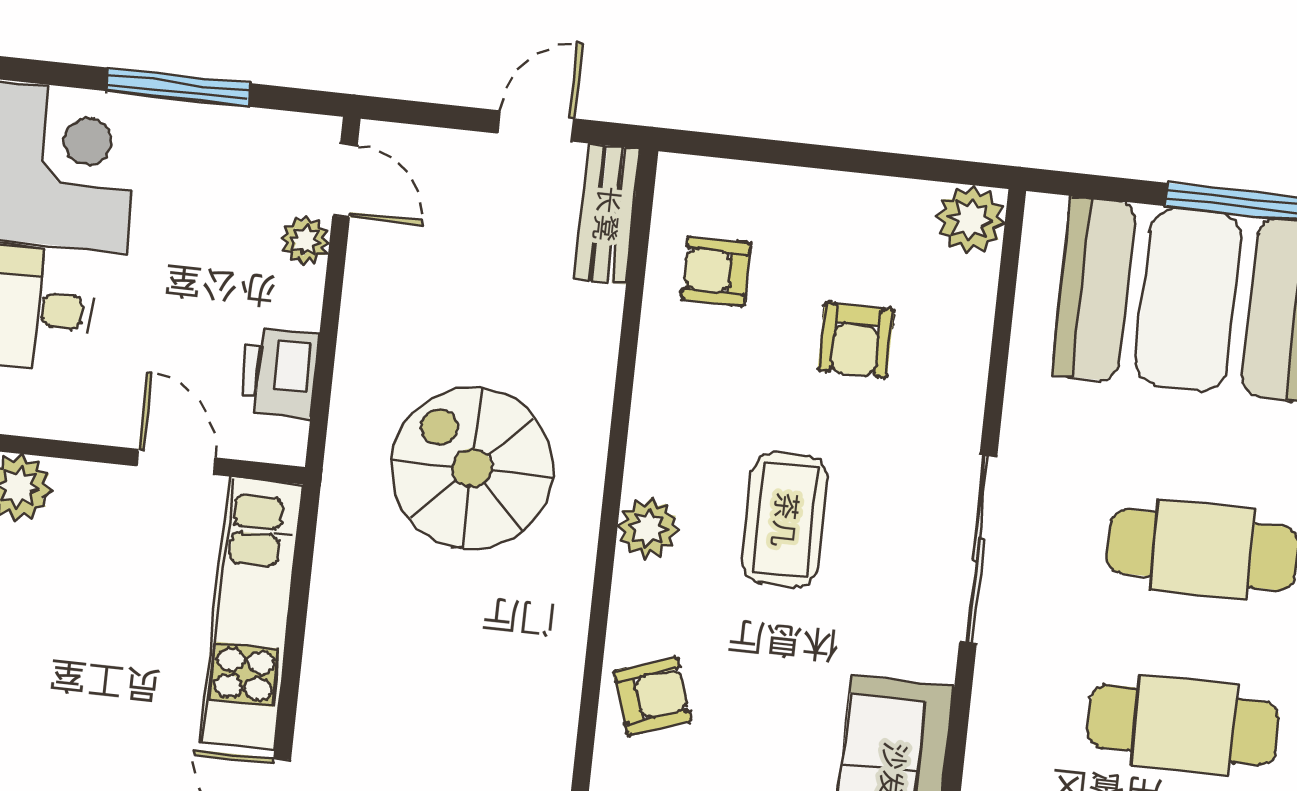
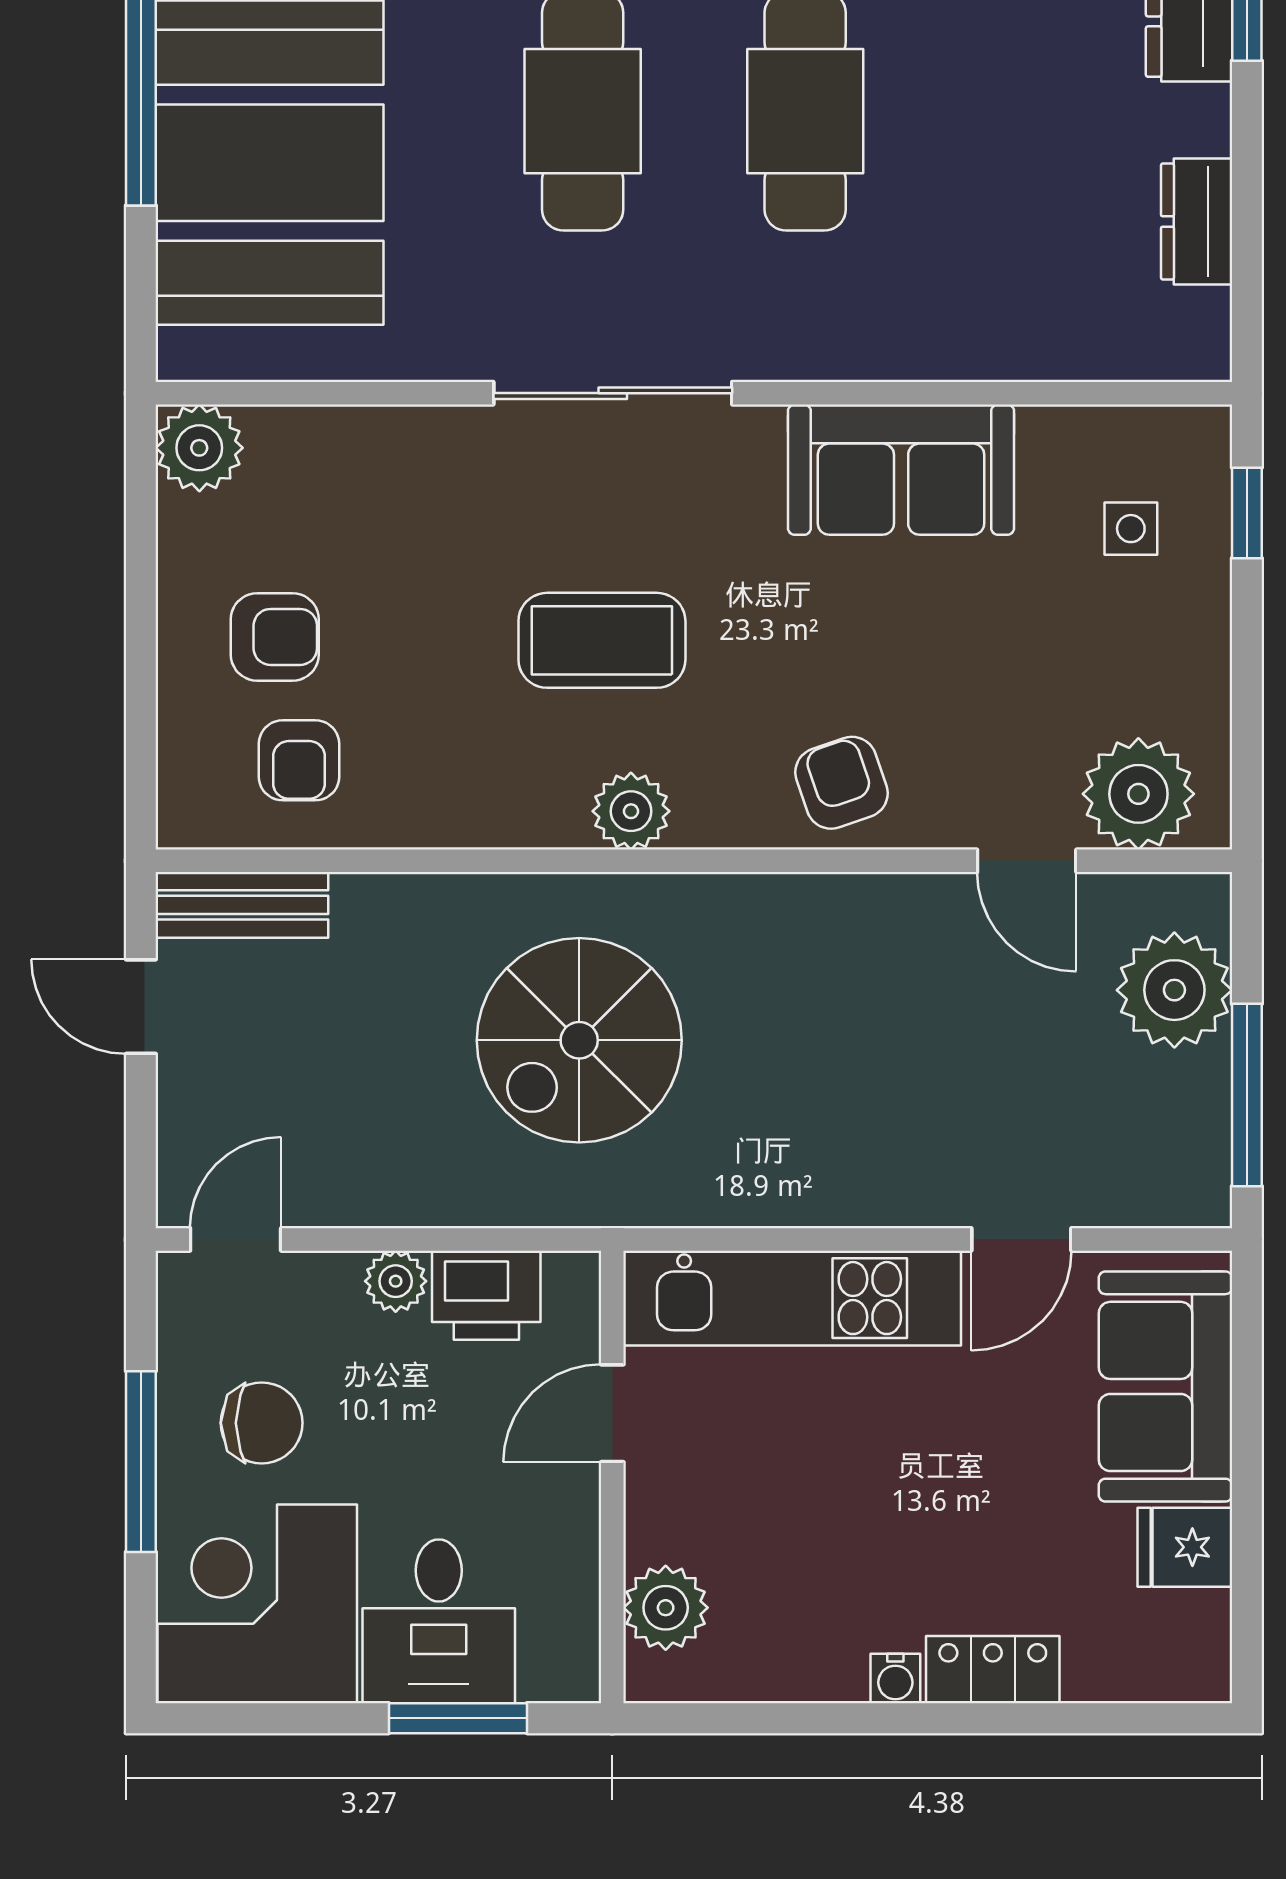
chair: (198, 185) -> (262, 1423), added
plant: (305, 240) -> (396, 1281), moved
armchair: (856, 340) -> (275, 637), moved

